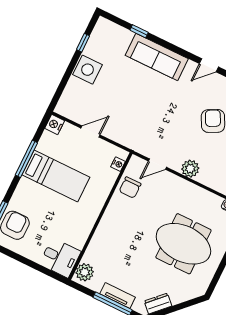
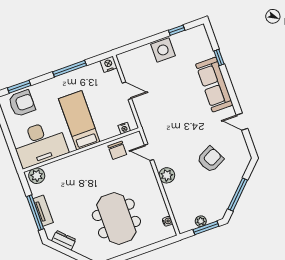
bed: (56, 176) -> (79, 120), moved, turned 180
chair: (130, 188) -> (117, 150), turned -90
desk: (60, 258) -> (40, 144), width x1.87, depth x1.30

